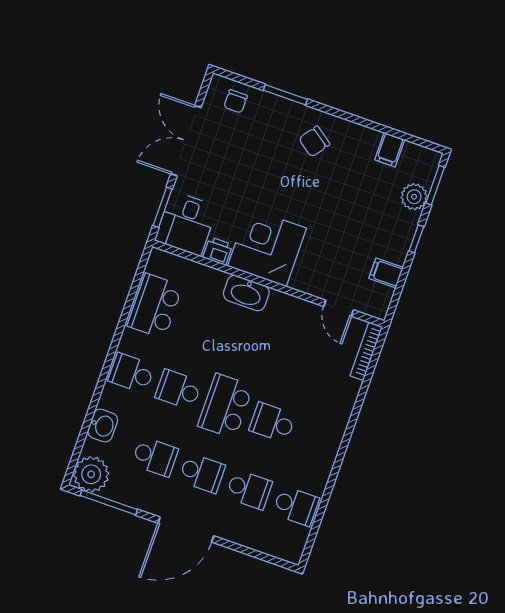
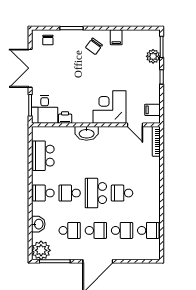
filing cabinet: (390, 150) -> (116, 37), moved
corner desk: (267, 247) -> (110, 107), moved
filing cabinet: (386, 273) -> (152, 110), moved

